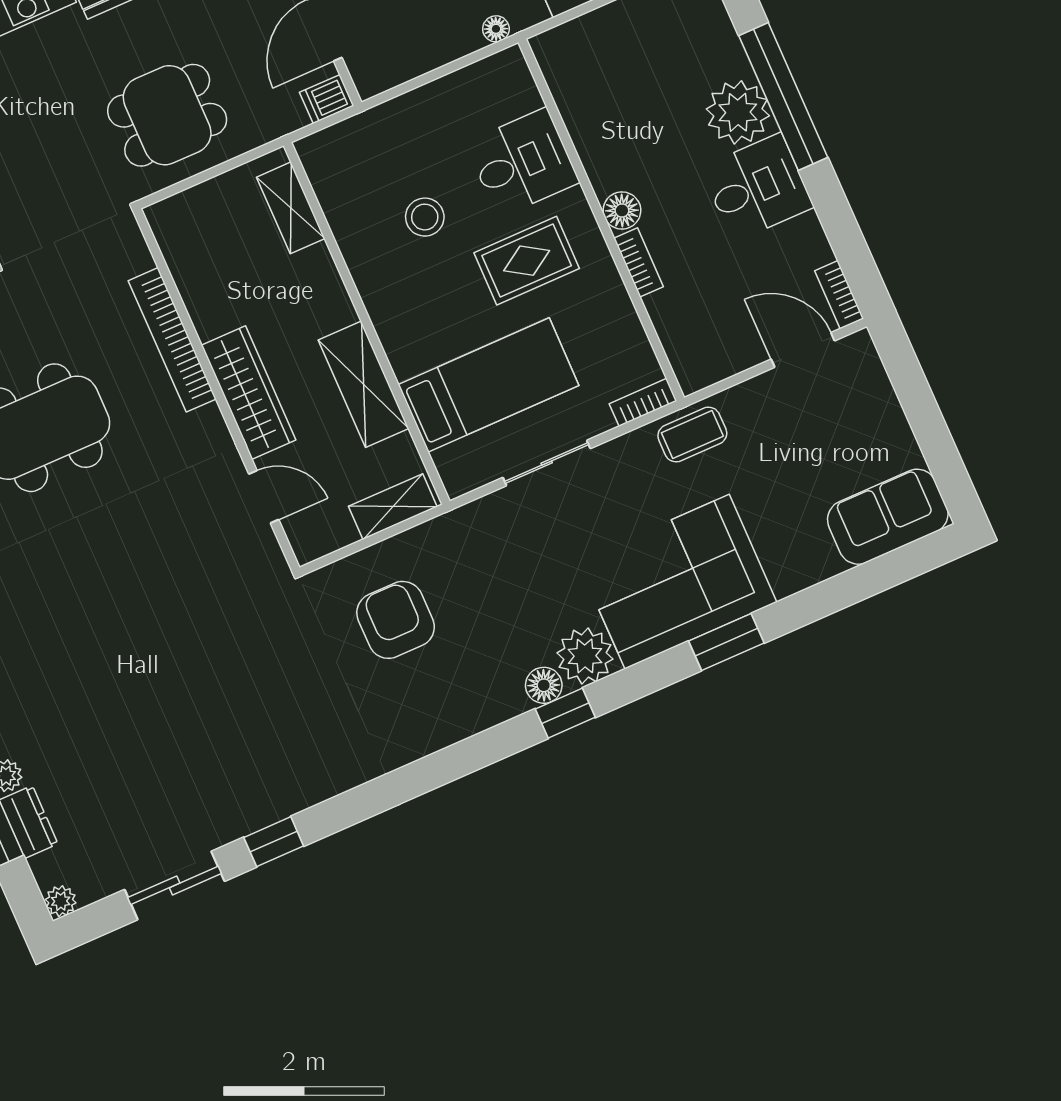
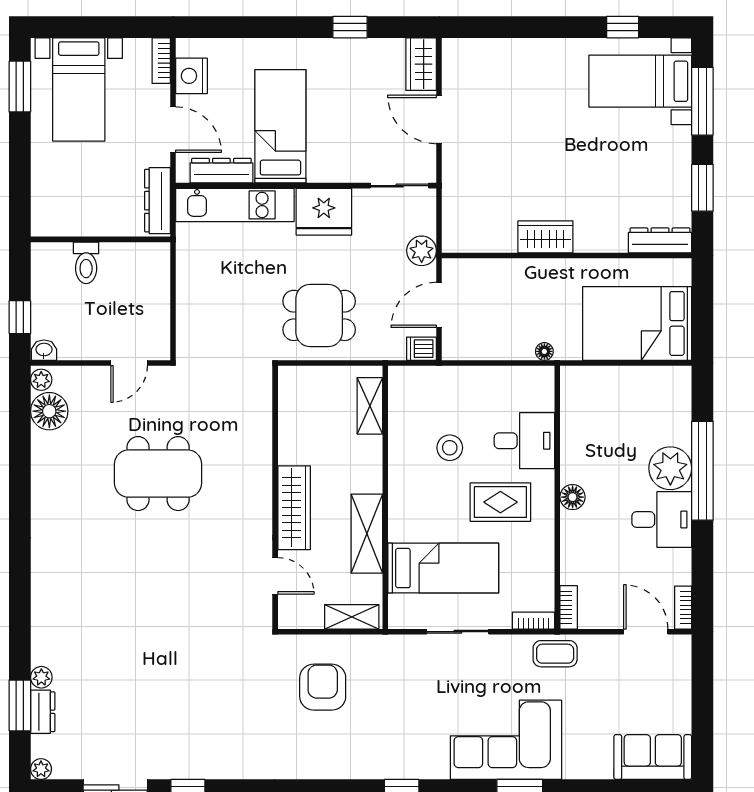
bookcase: (639, 262) -> (569, 607), moved
bookcase: (172, 340) -> (261, 455), removed
plant: (585, 656) -> (429, 761), removed
floor lamp: (544, 685) -> (396, 767), removed

